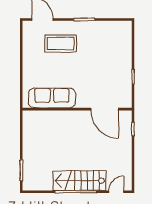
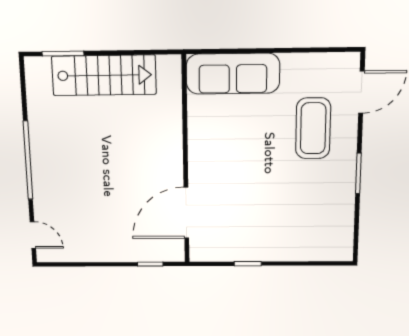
sofa: (52, 98) -> (233, 74), moved, turned 90
stairs: (79, 181) -> (104, 75), moved, turned 90

